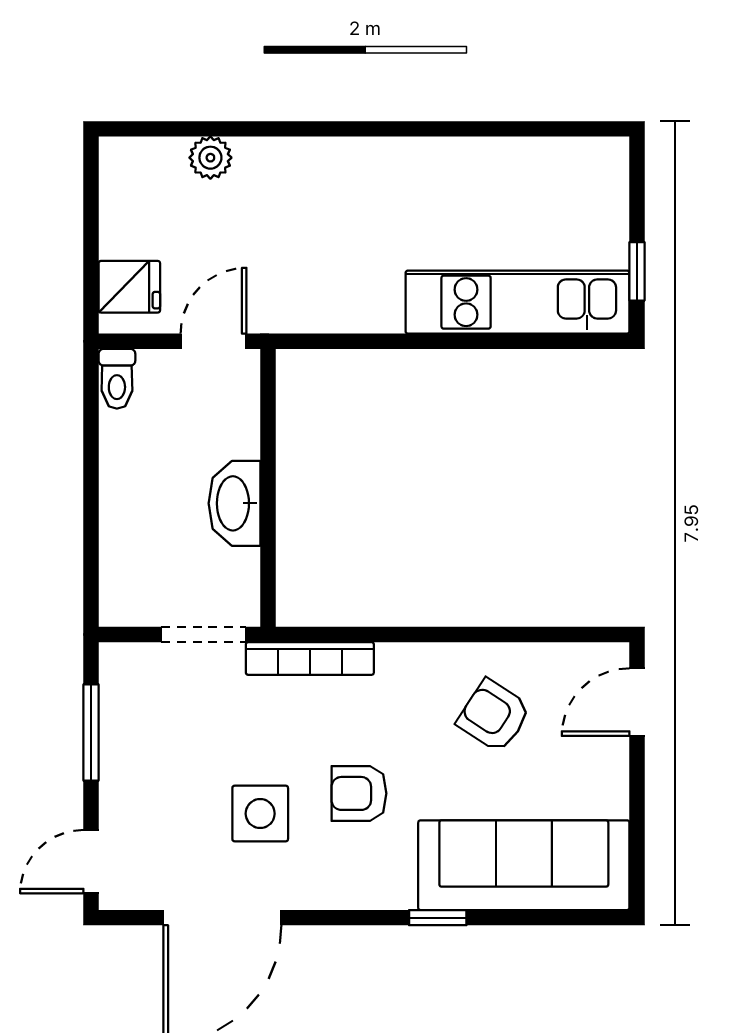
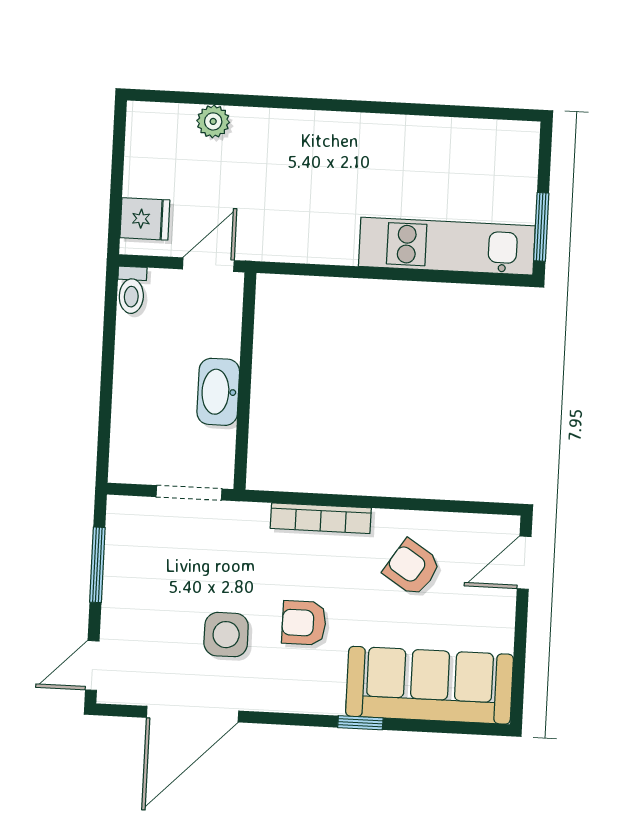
window: (637, 271) -> (541, 227), width x1.50
bookcase: (310, 658) -> (321, 518), moved

